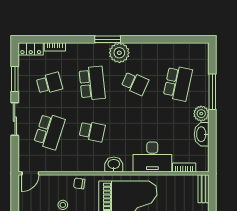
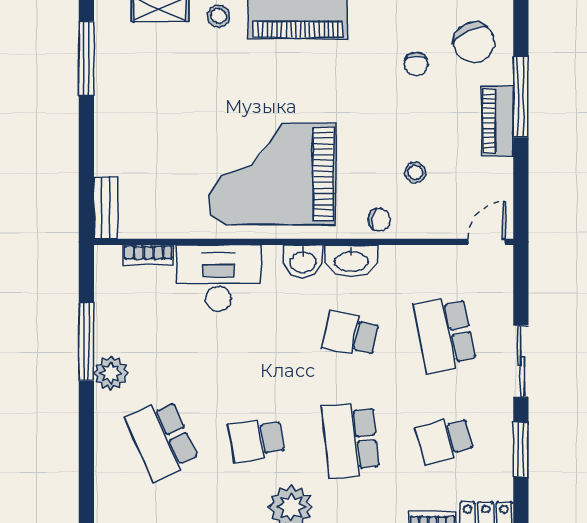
school desk: (135, 83) -> (256, 440), turned -33
school desk: (178, 83) -> (162, 440), turned -36
window: (212, 92) -> (86, 342), moved
school desk: (49, 131) -> (445, 334), turned -30
washbasin: (202, 134) -> (351, 261), moved, turned 90

